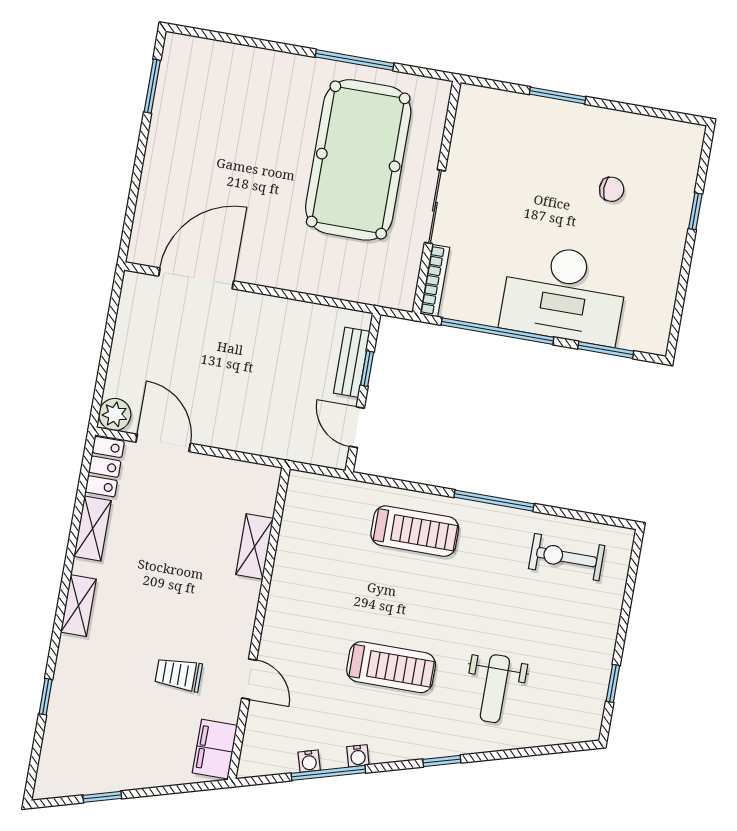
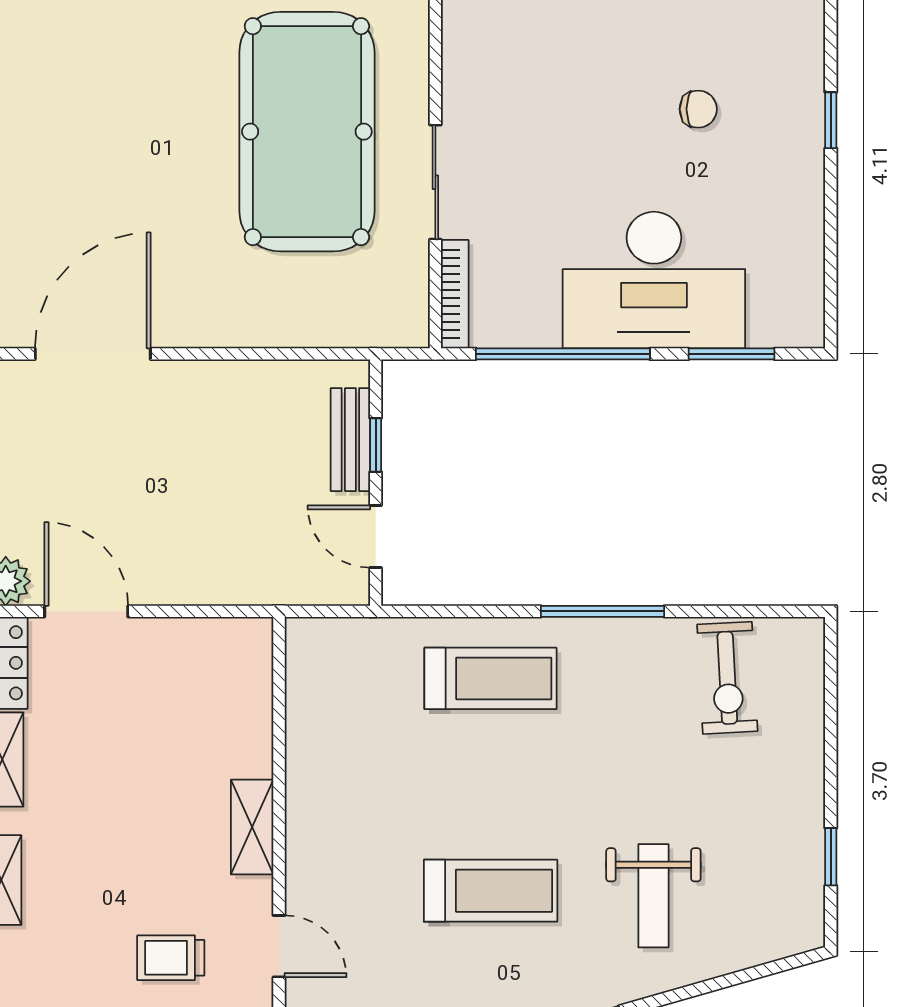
shelving: (255, 547) -> (252, 827), moved
exercise bike: (567, 557) -> (727, 678), turned -93

